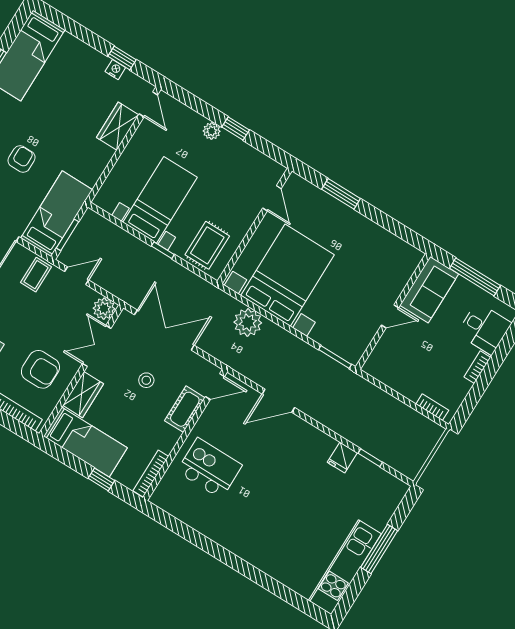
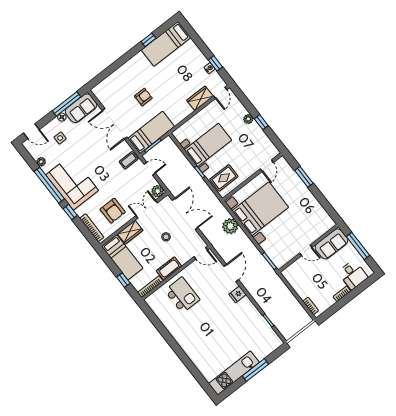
door: (278, 401) -> (231, 273), swing flipped
cot: (185, 409) -> (169, 268), moved
fridge: (342, 458) -> (238, 294), moved

